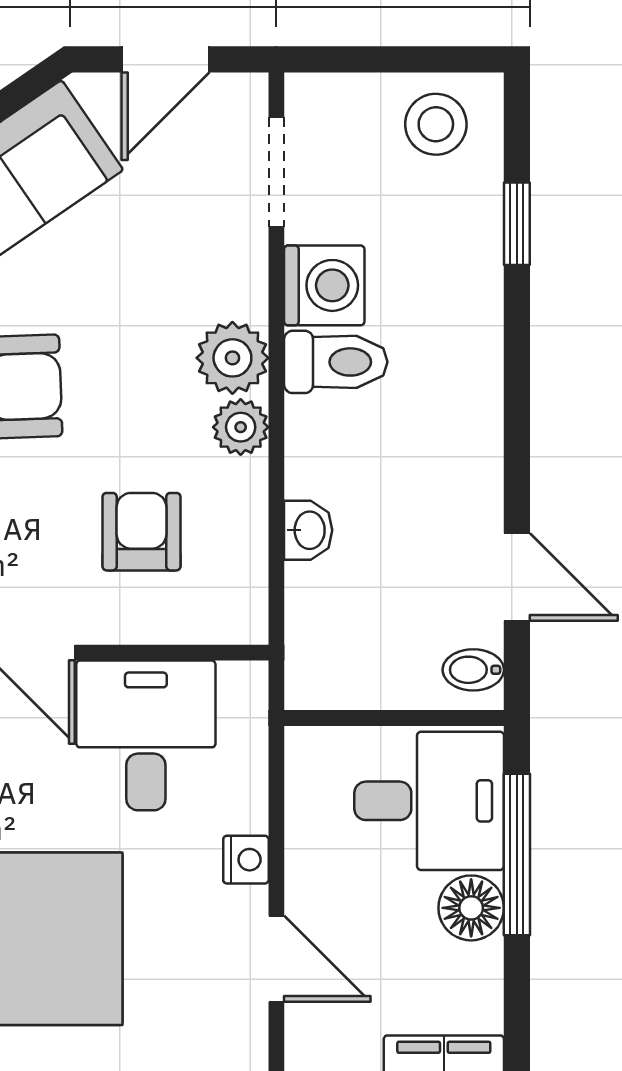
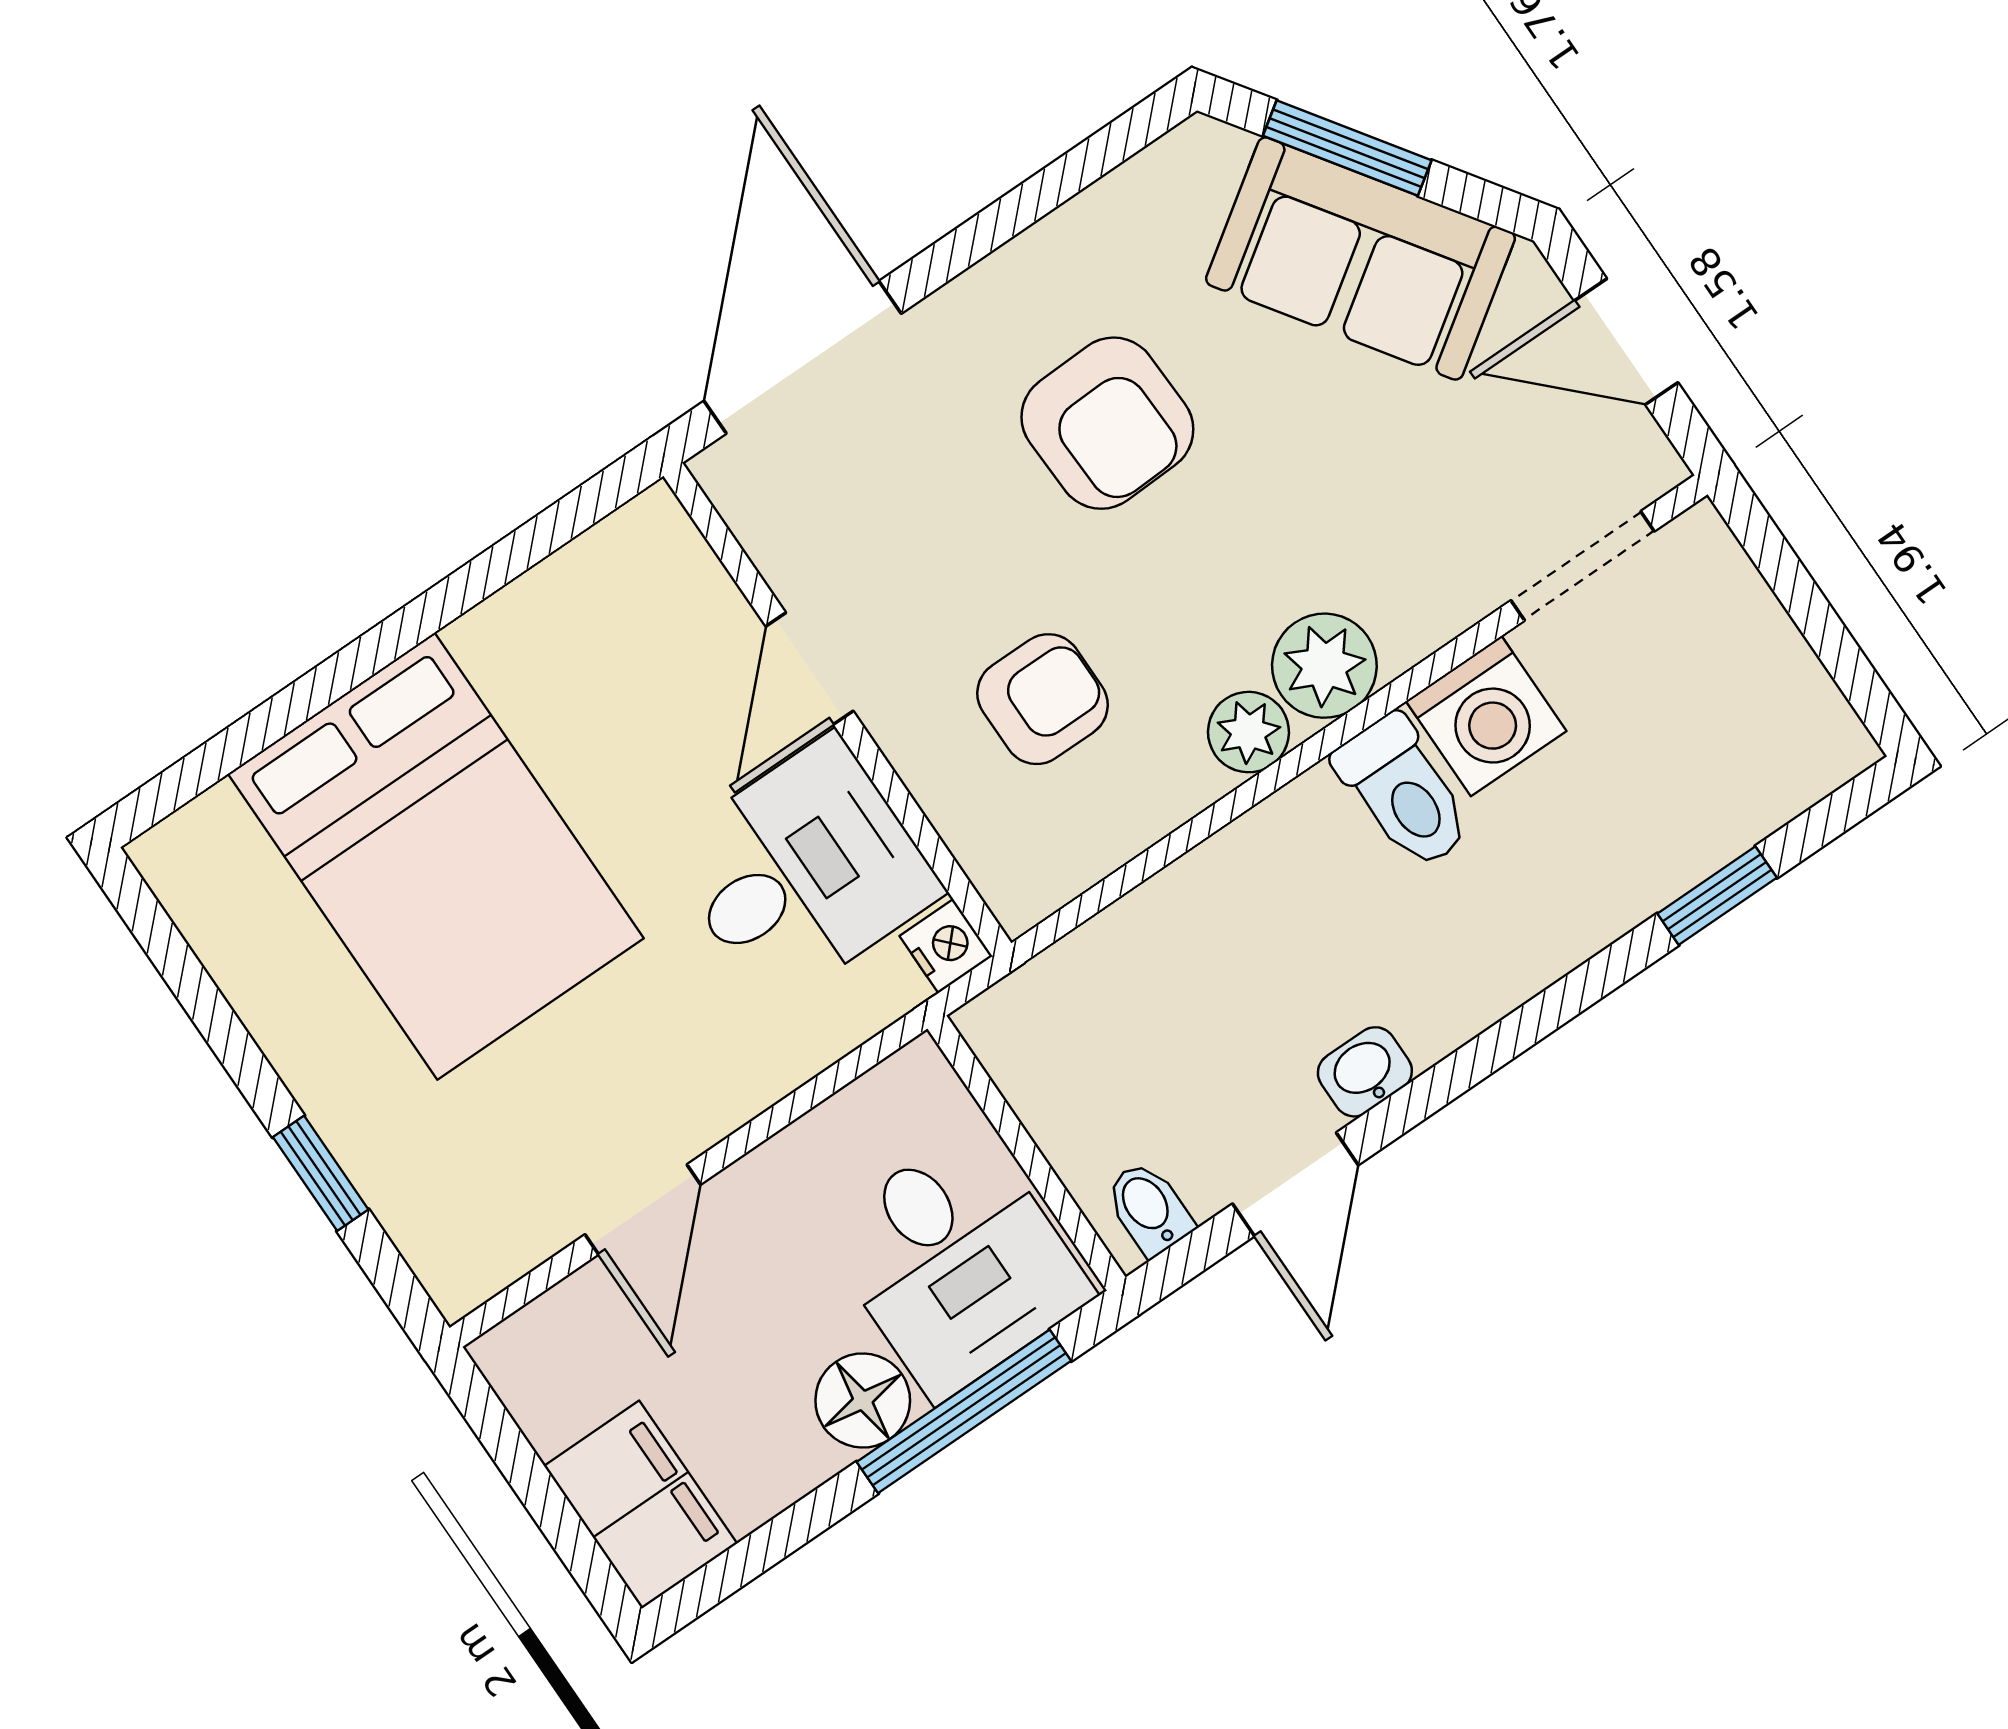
stool: (436, 124) -> (1770, 717), removed
washbasin: (308, 530) -> (1365, 1072), moved, turned 180
nightstand: (246, 860) -> (946, 946), moved, turned -90

